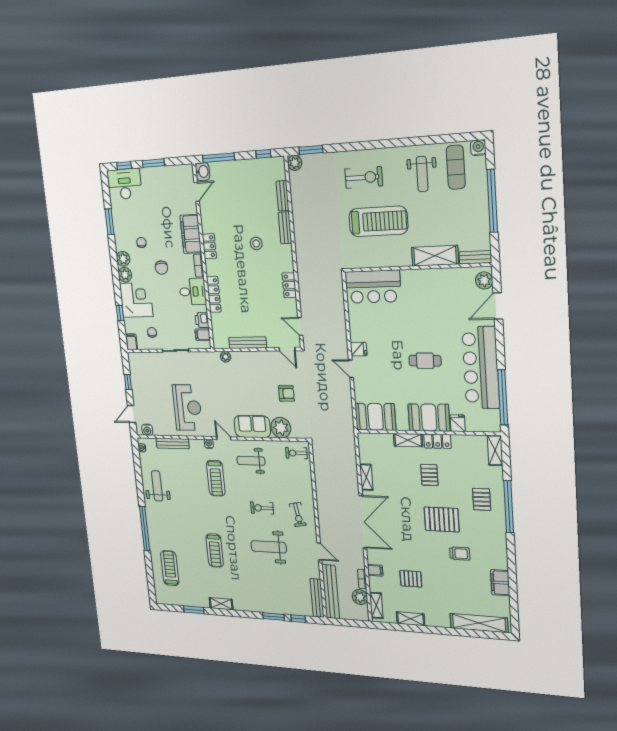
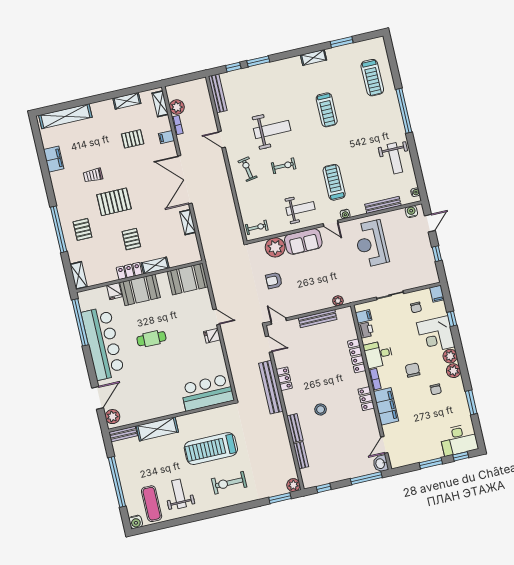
treadmill: (215, 550) -> (327, 110), turned 180
bench: (331, 592) -> (271, 387), moved

